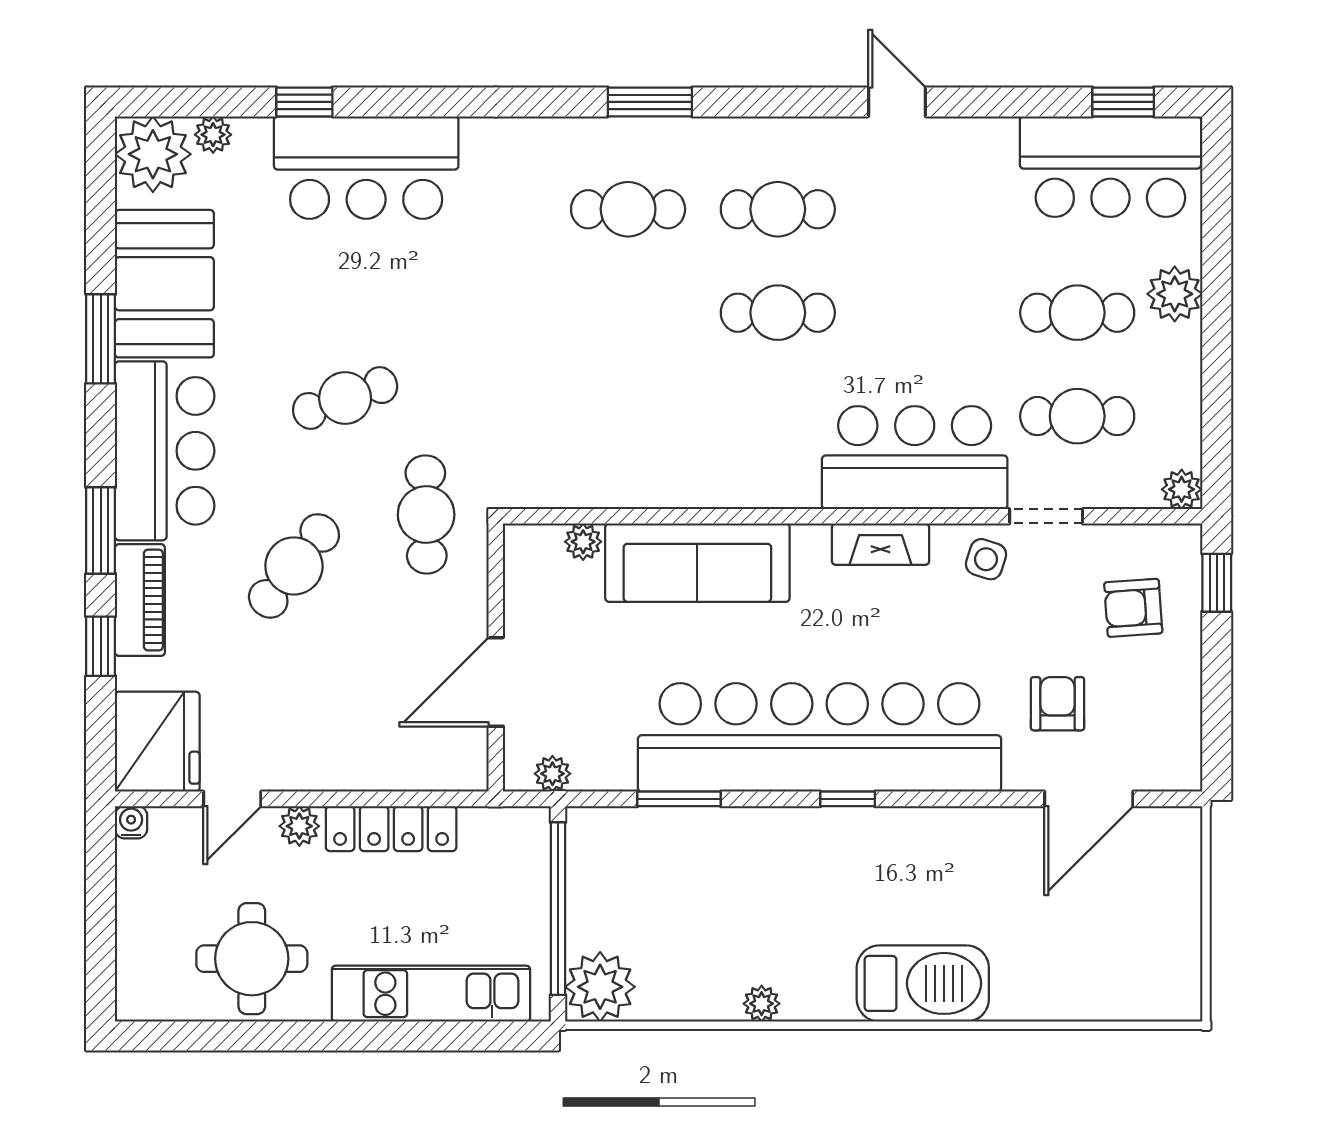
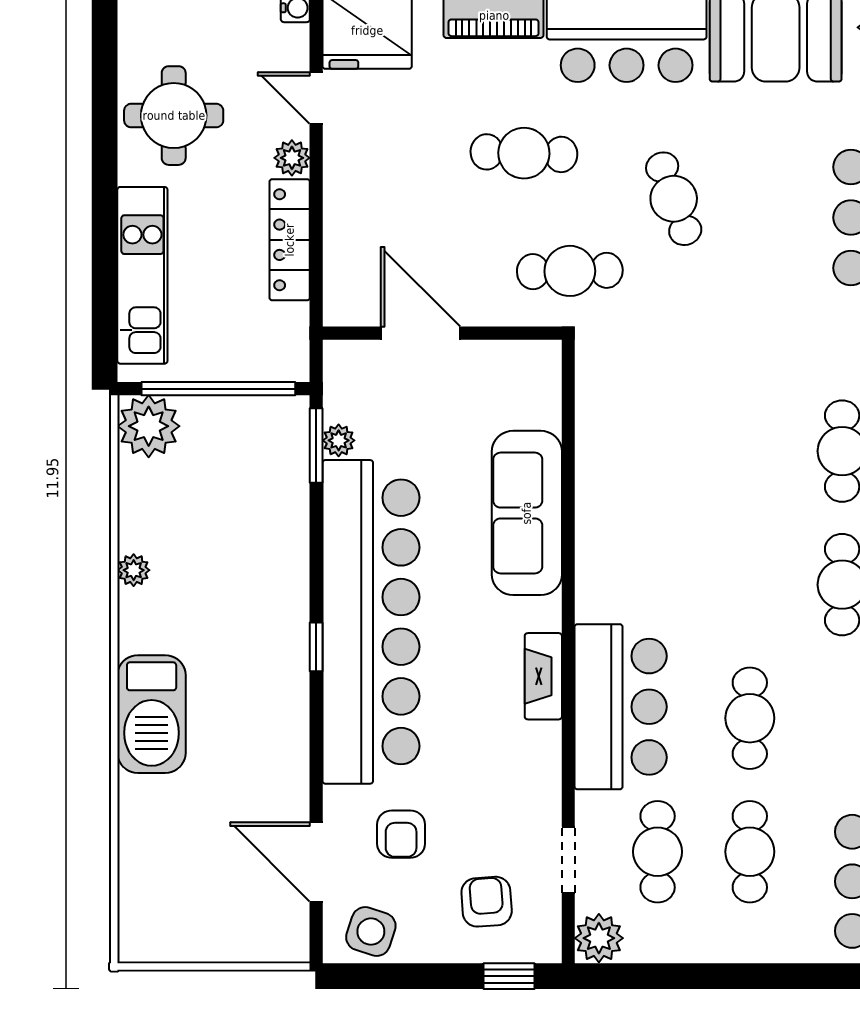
plant: (1175, 294) -> (766, 939), removed
cafe table: (778, 313) -> (750, 718), moved
plant: (1182, 489) -> (599, 938), width x1.38, depth x1.38
doorway: (1046, 516) -> (568, 860), moved
plant: (583, 542) -> (546, 411), removed
side table: (986, 559) -> (371, 932), moved, width x1.37, depth x1.37
cafe table: (294, 566) -> (524, 153), turned -36
armchair: (1057, 704) -> (401, 834), turned 90
plant: (552, 774) -> (339, 440), moved
window: (679, 799) -> (316, 446), moved

